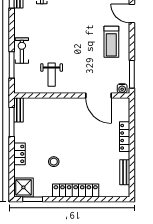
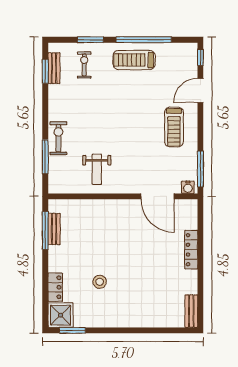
door: (132, 13) -> (200, 90), hinge flipped
bench: (18, 110) -> (54, 229), moved
locker: (19, 154) -> (55, 287), moved
bench: (125, 172) -> (191, 311), moved
locker: (76, 191) -> (128, 319), removed

